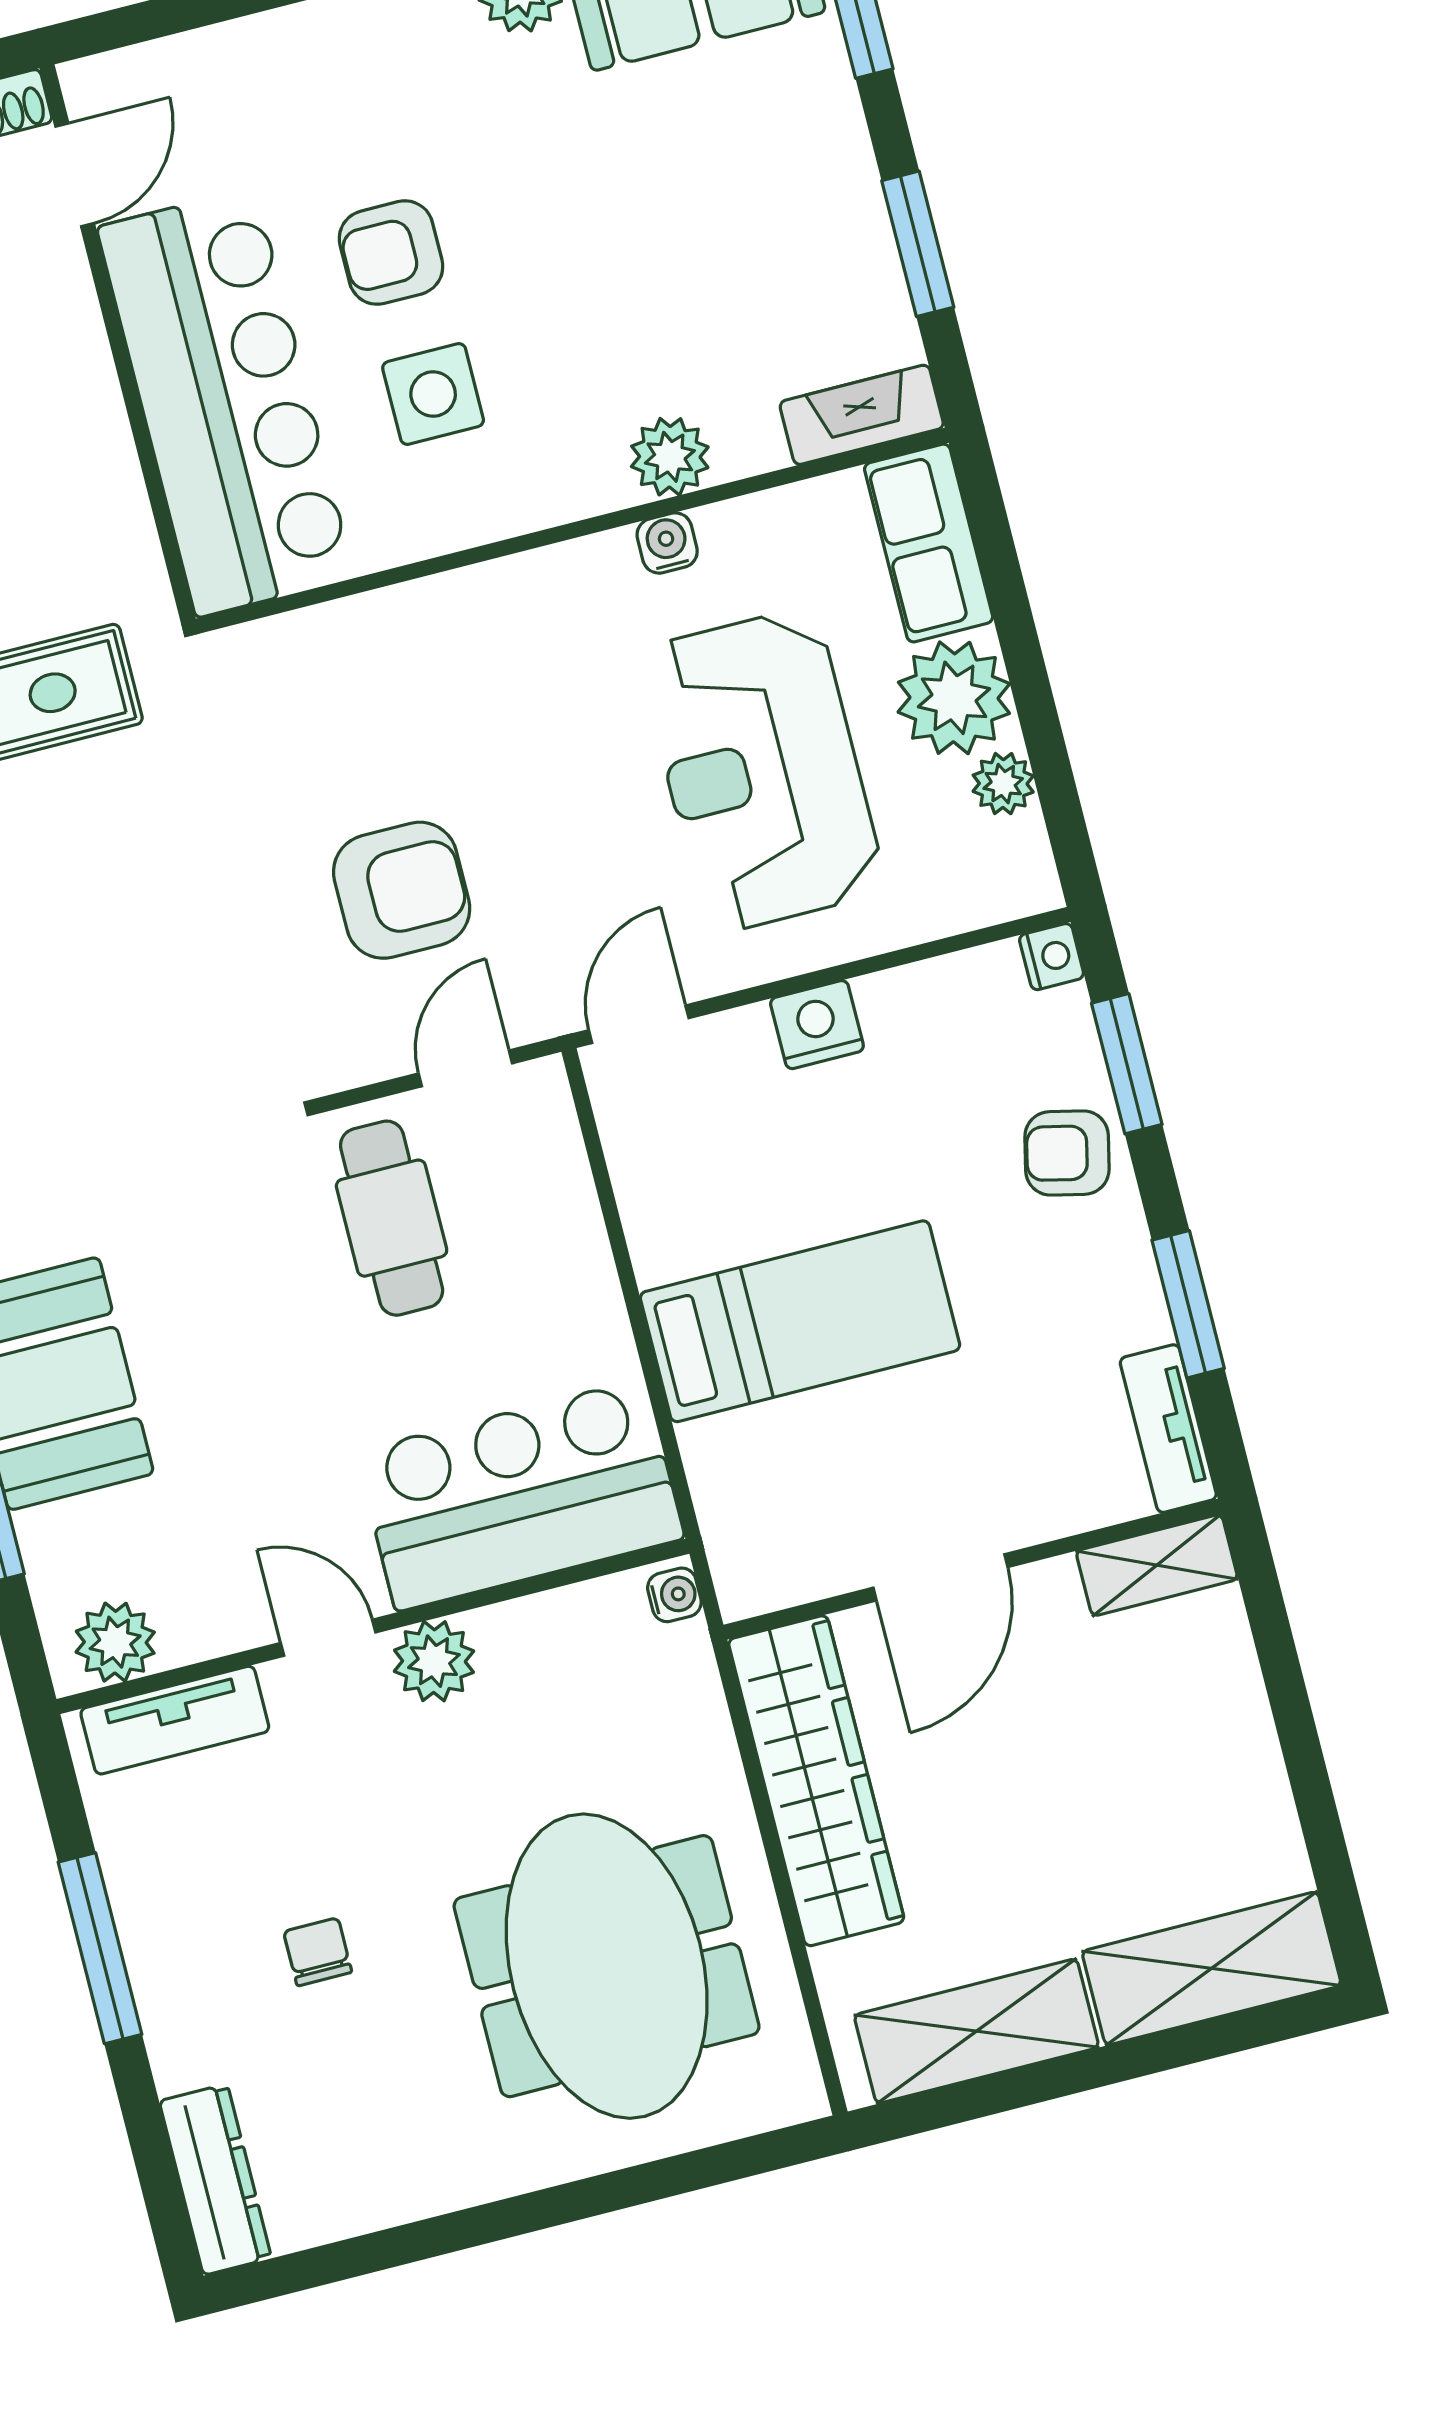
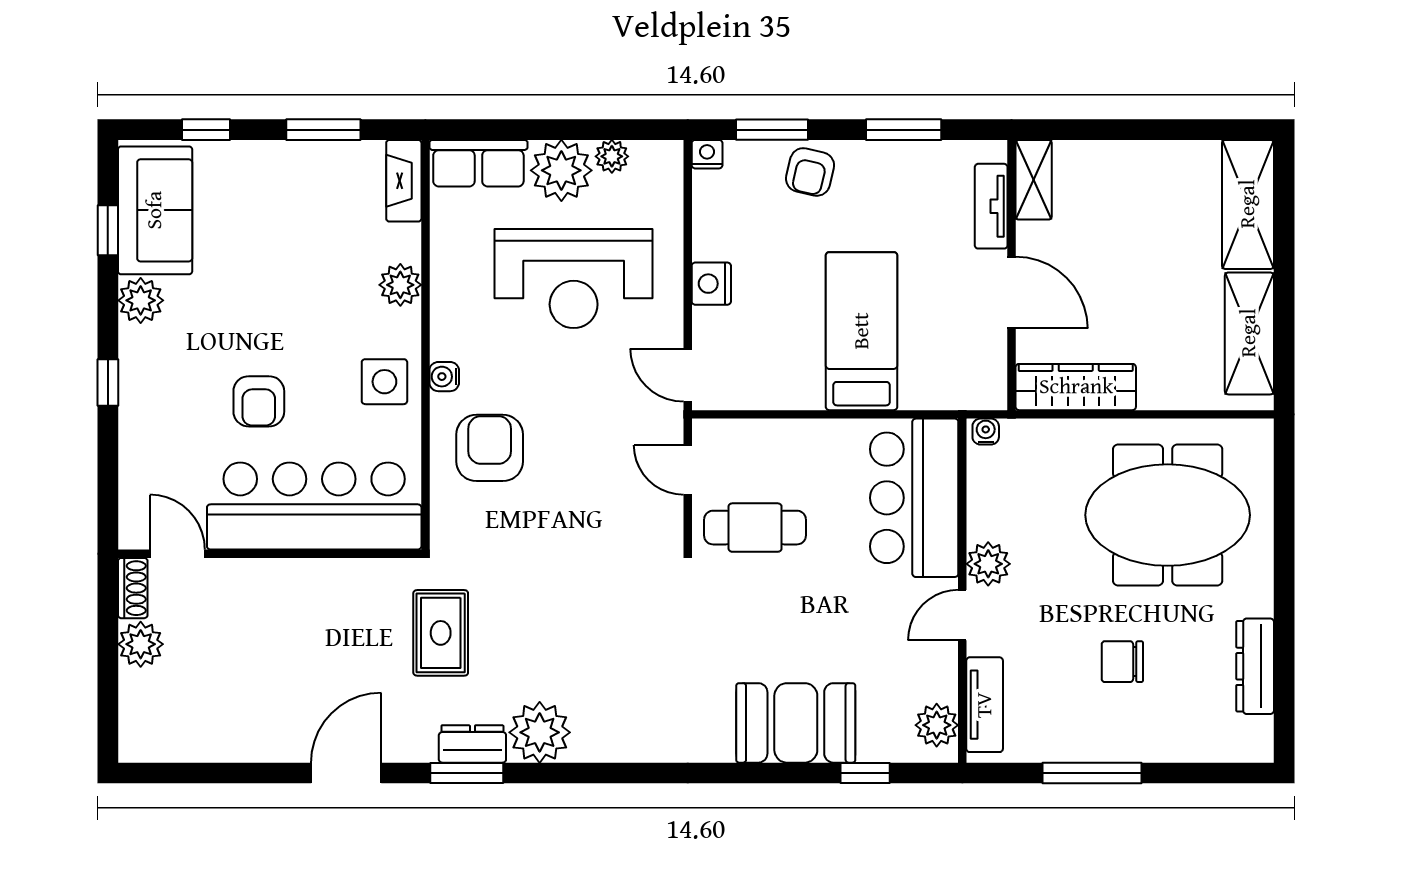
side table: (433, 394) -> (384, 382), moved
water cooler: (667, 543) -> (444, 377), moved
armchair: (402, 890) -> (490, 448), moved
tv unit: (1168, 1429) -> (991, 206), moved, turned 90
wardrobe: (816, 1781) -> (1076, 387), width x0.71, depth x0.85
chair: (318, 1952) -> (1122, 662), width x1.37, depth x1.37
dresser: (215, 2180) -> (1255, 666), moved, turned -90

